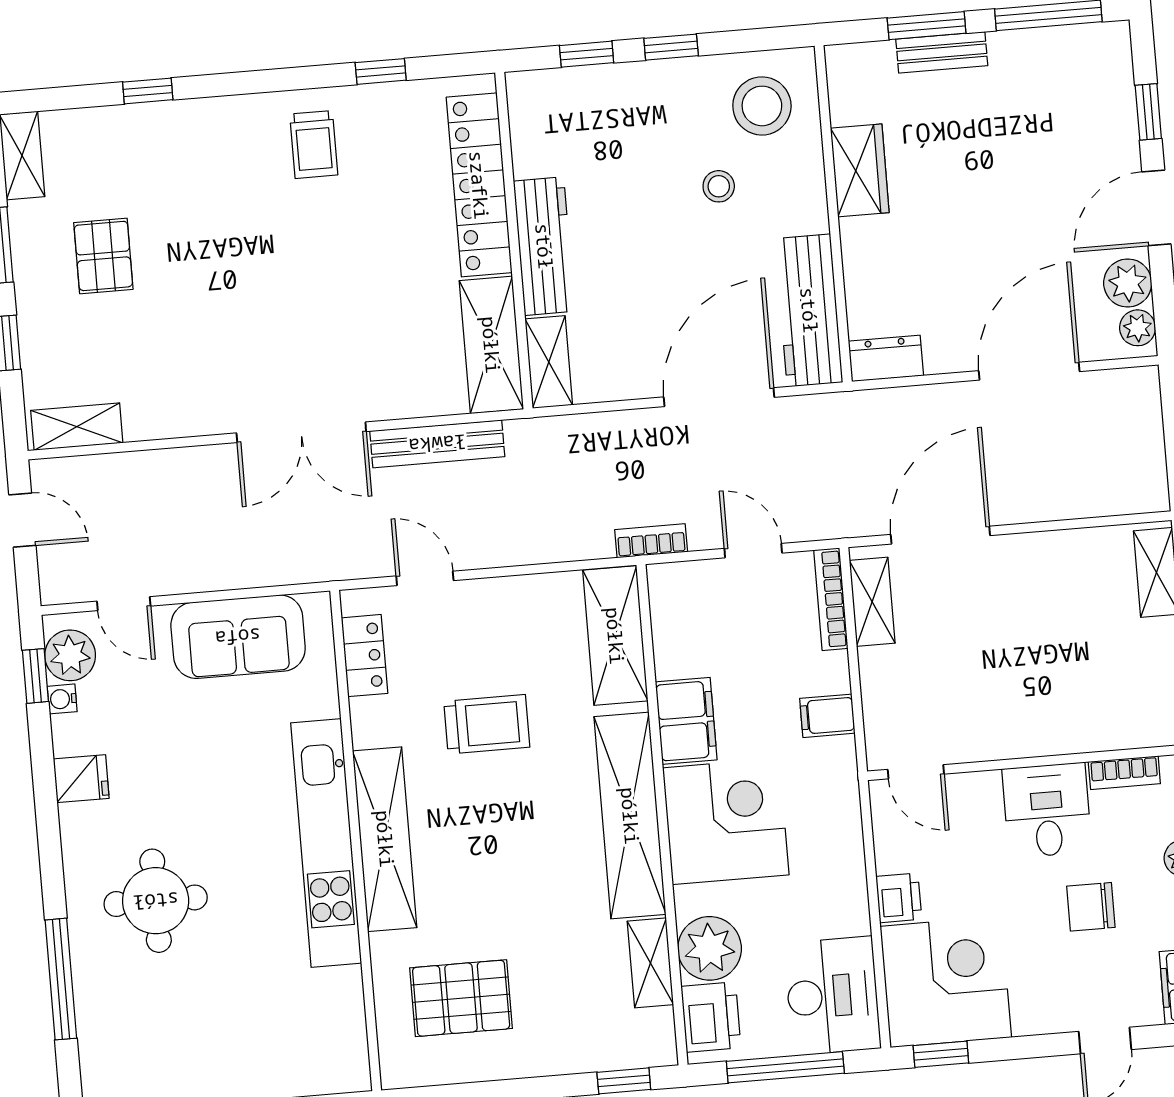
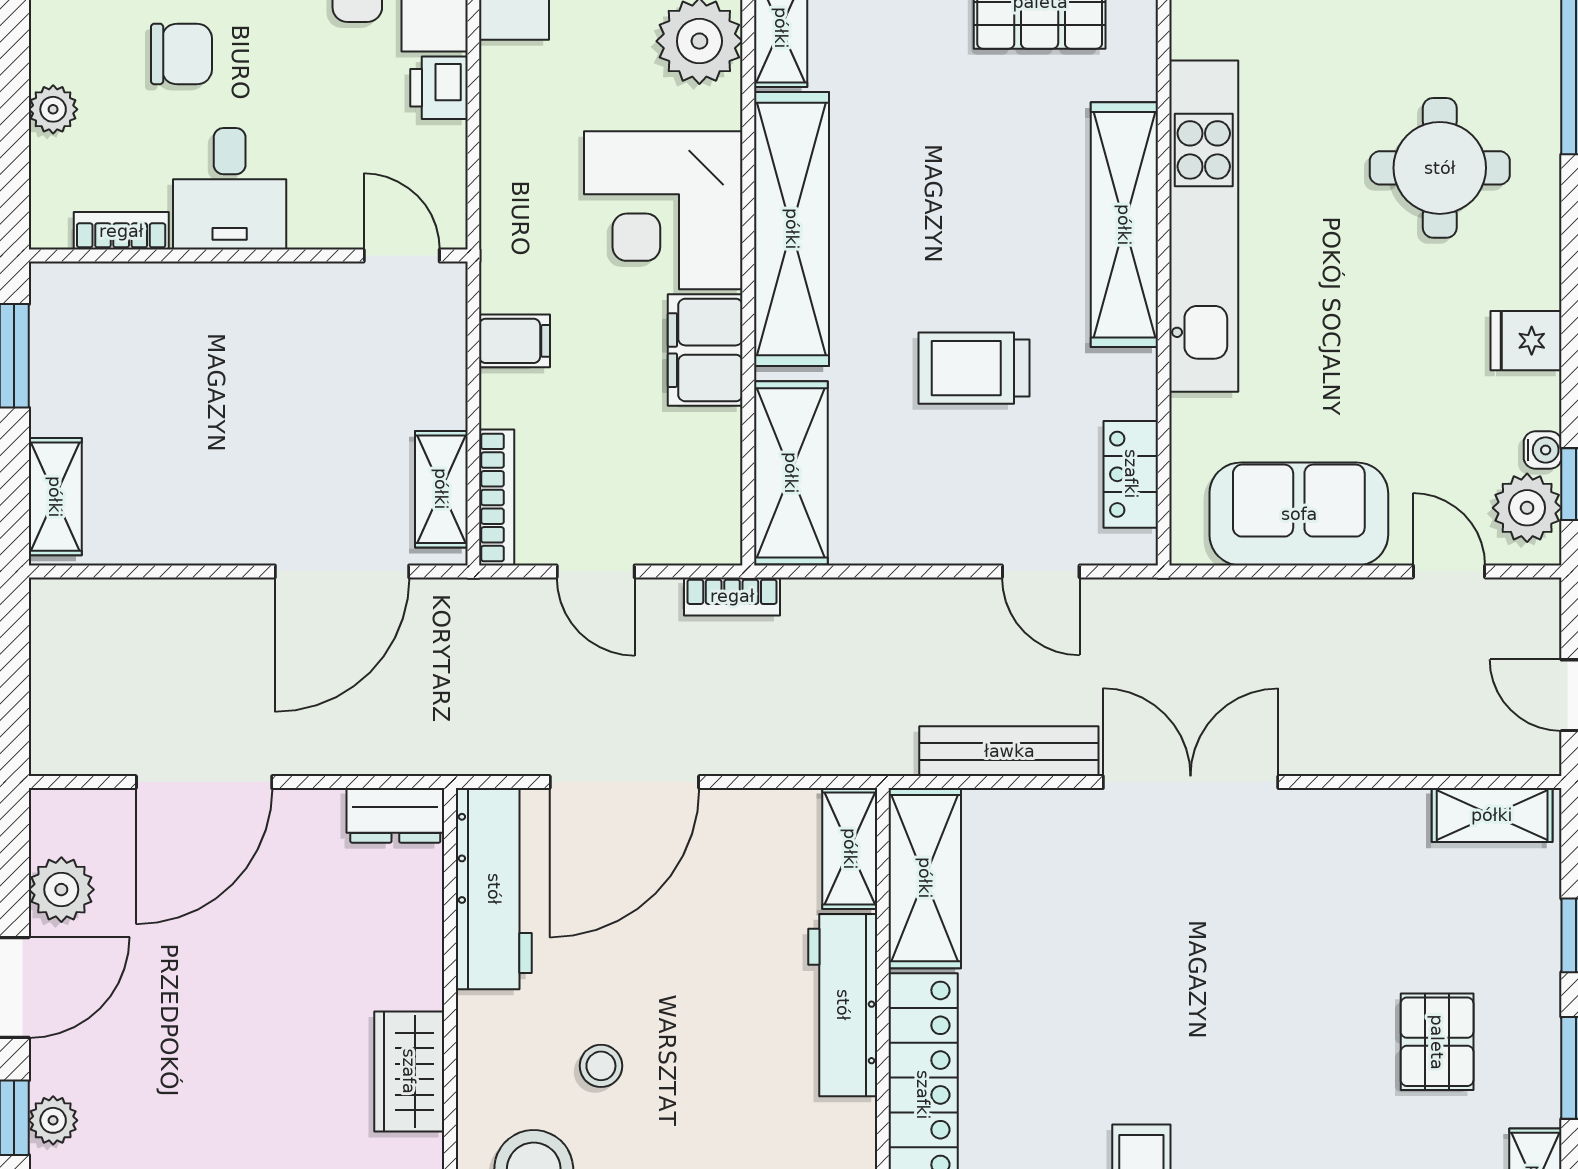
plant: (1138, 328) -> (53, 1120), moved

